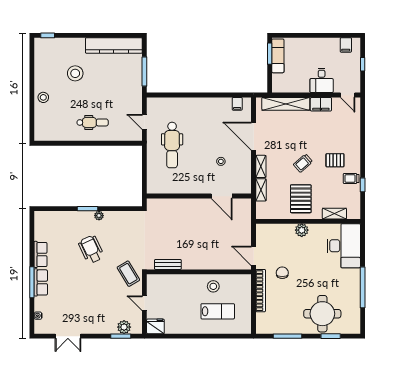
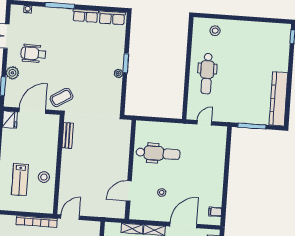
stool: (75, 73) -> (255, 60), removed
stool: (43, 97) -> (215, 31), moved
dental chair: (93, 122) -> (207, 74), width x1.36, depth x1.38
dental chair: (172, 145) -> (158, 153), moved, turned 180
wheelchair: (91, 249) -> (33, 54), moved, turned -153
row of seats: (41, 282) -> (112, 18), moved
door: (144, 303) -> (32, 111), width x1.87
plant: (124, 327) -> (12, 73), moved

